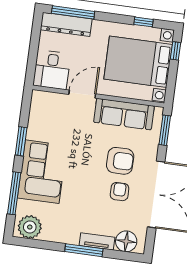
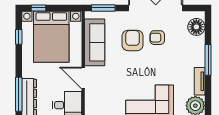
tv unit: (97, 241) -> (200, 81), moved

